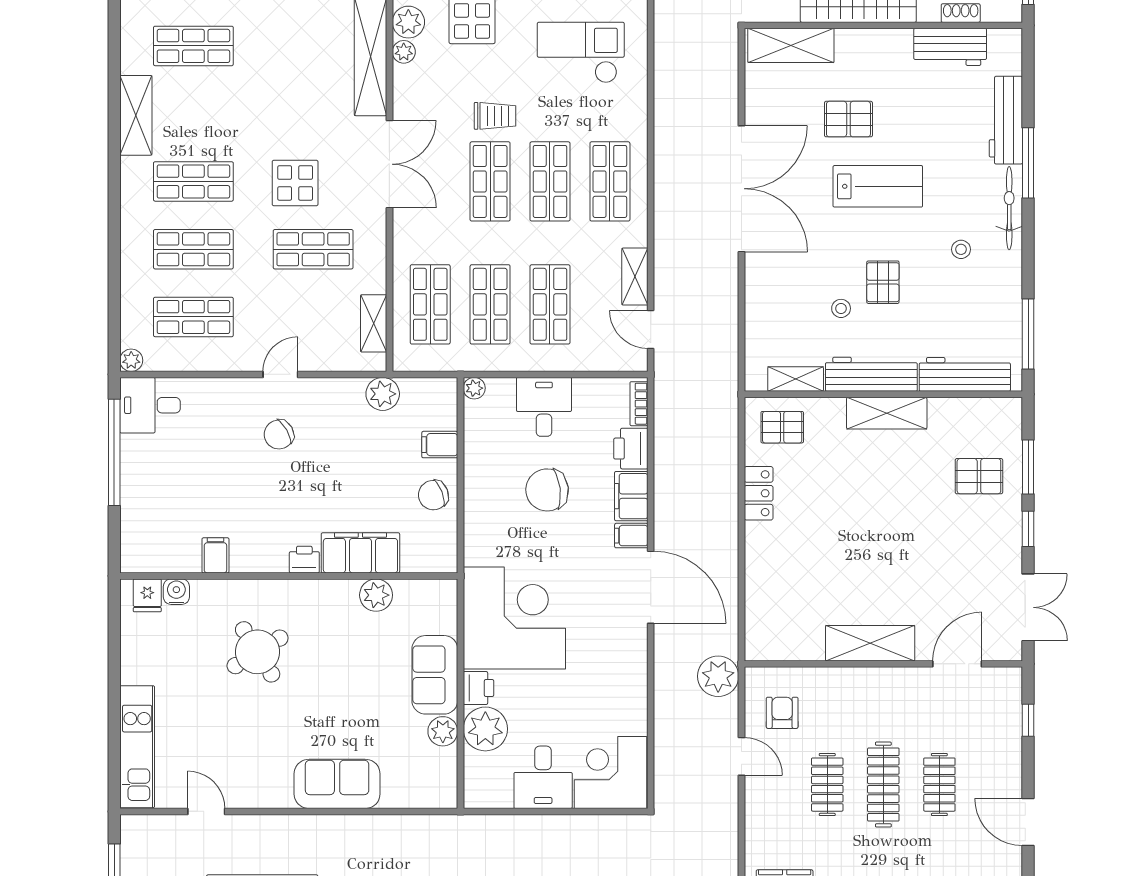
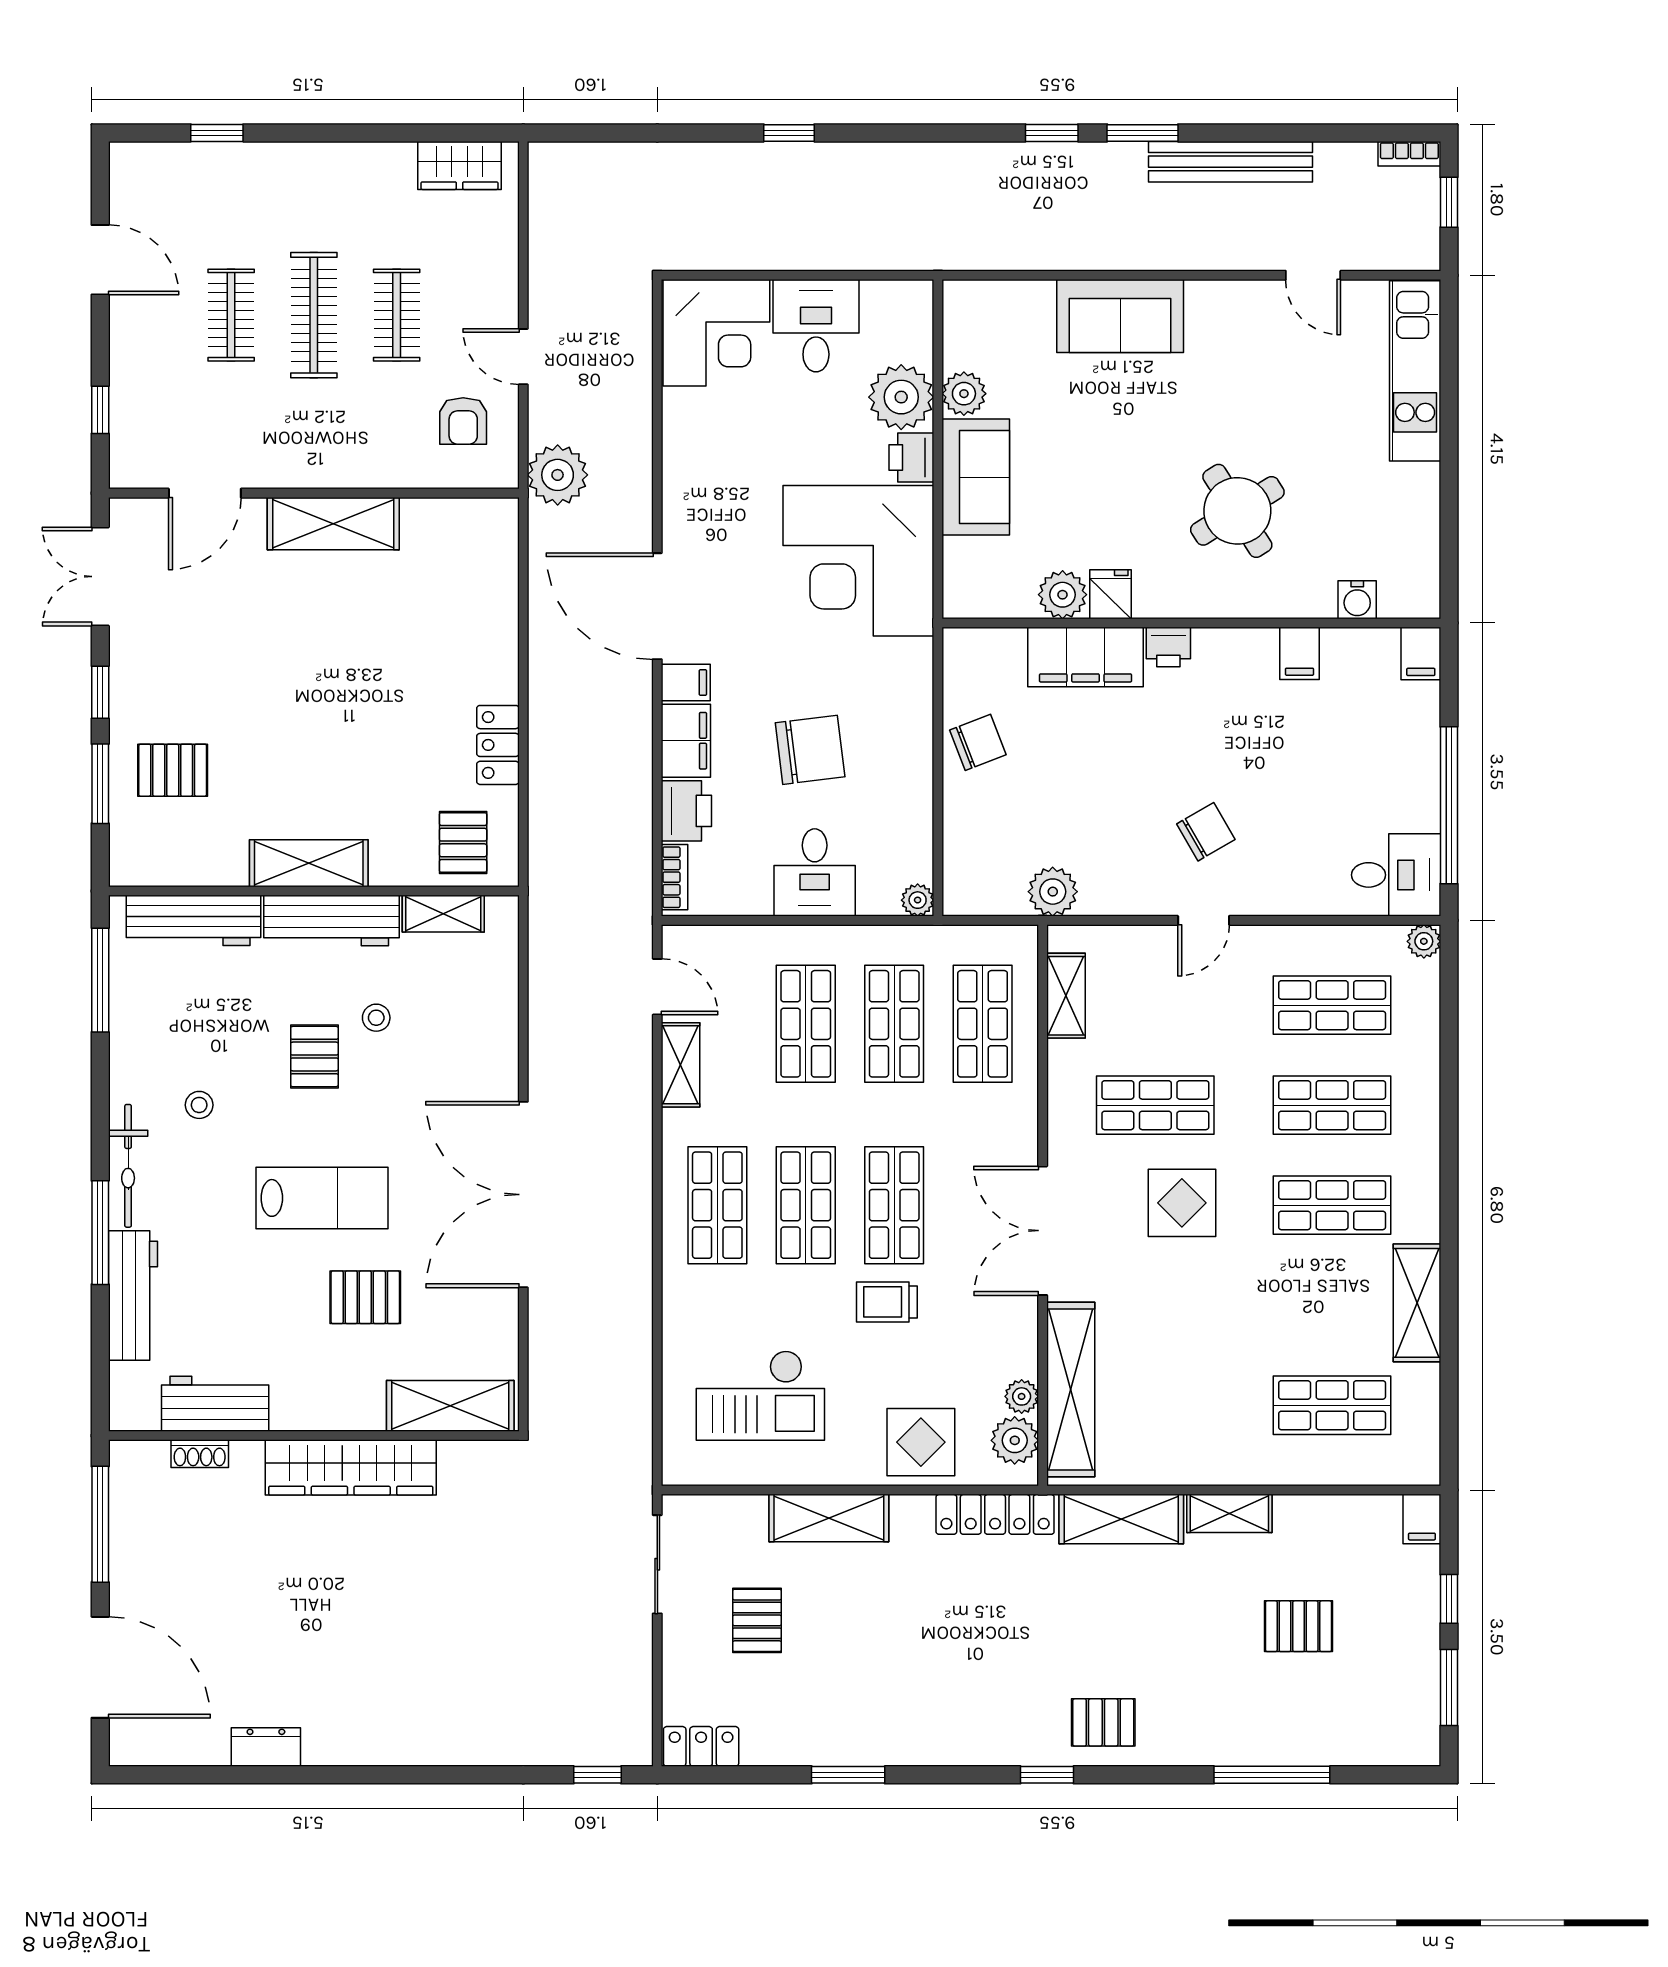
lab bench: (878, 186) -> (322, 1198), turned 180
pallet: (782, 427) -> (463, 842), turned 90
filing cabinet: (440, 445) -> (1421, 653), moved, turned 90
fridge: (147, 595) -> (1111, 594), moved

